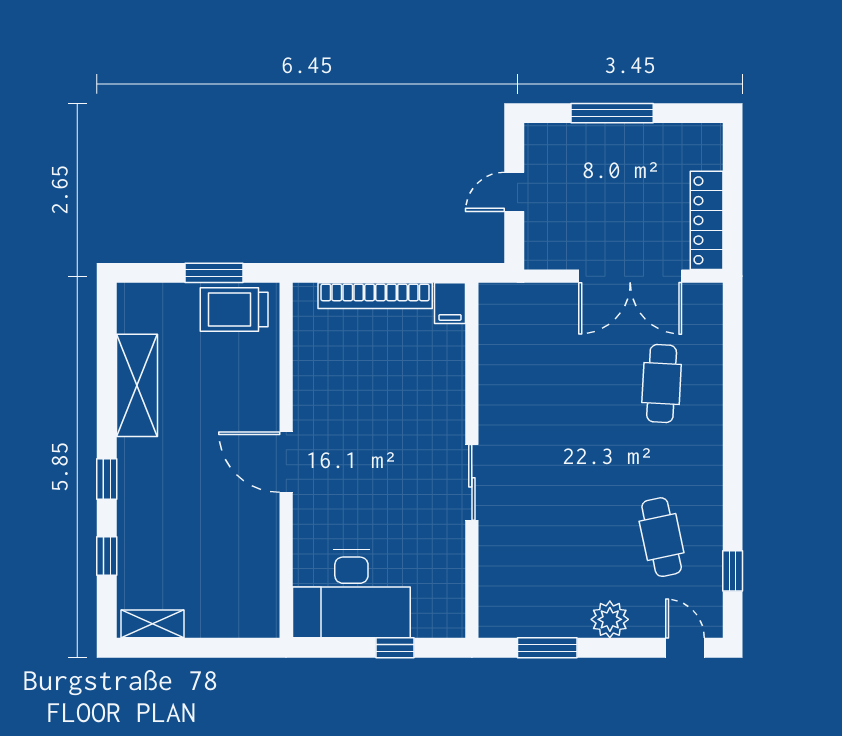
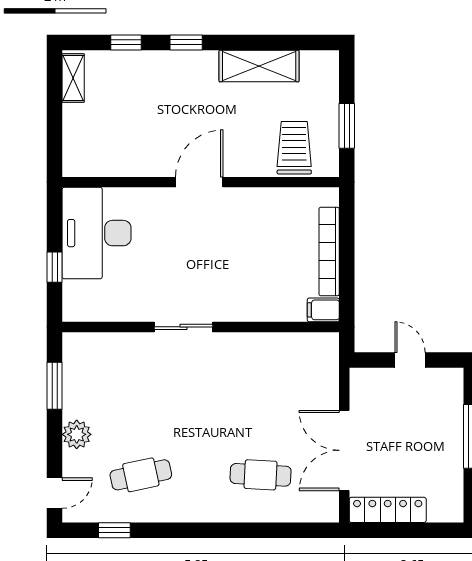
trolley: (234, 310) -> (294, 148), moved

